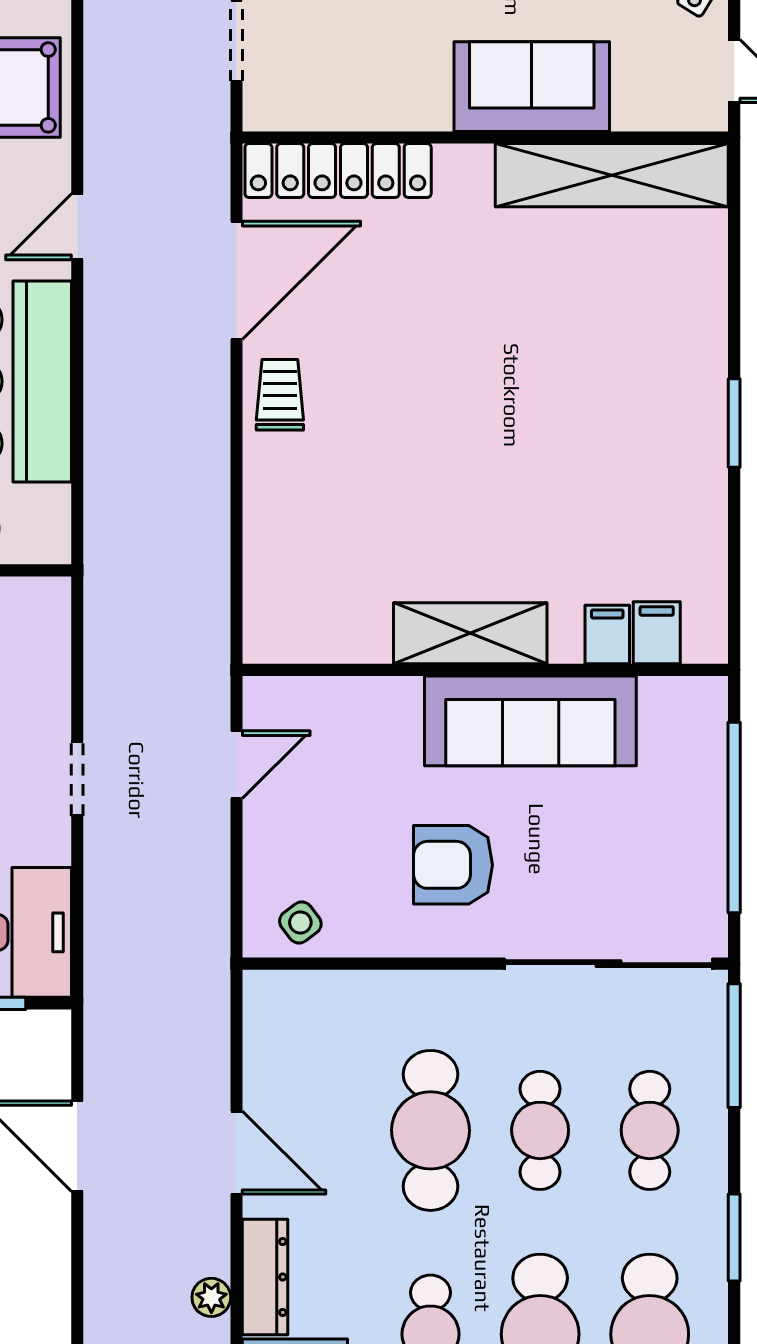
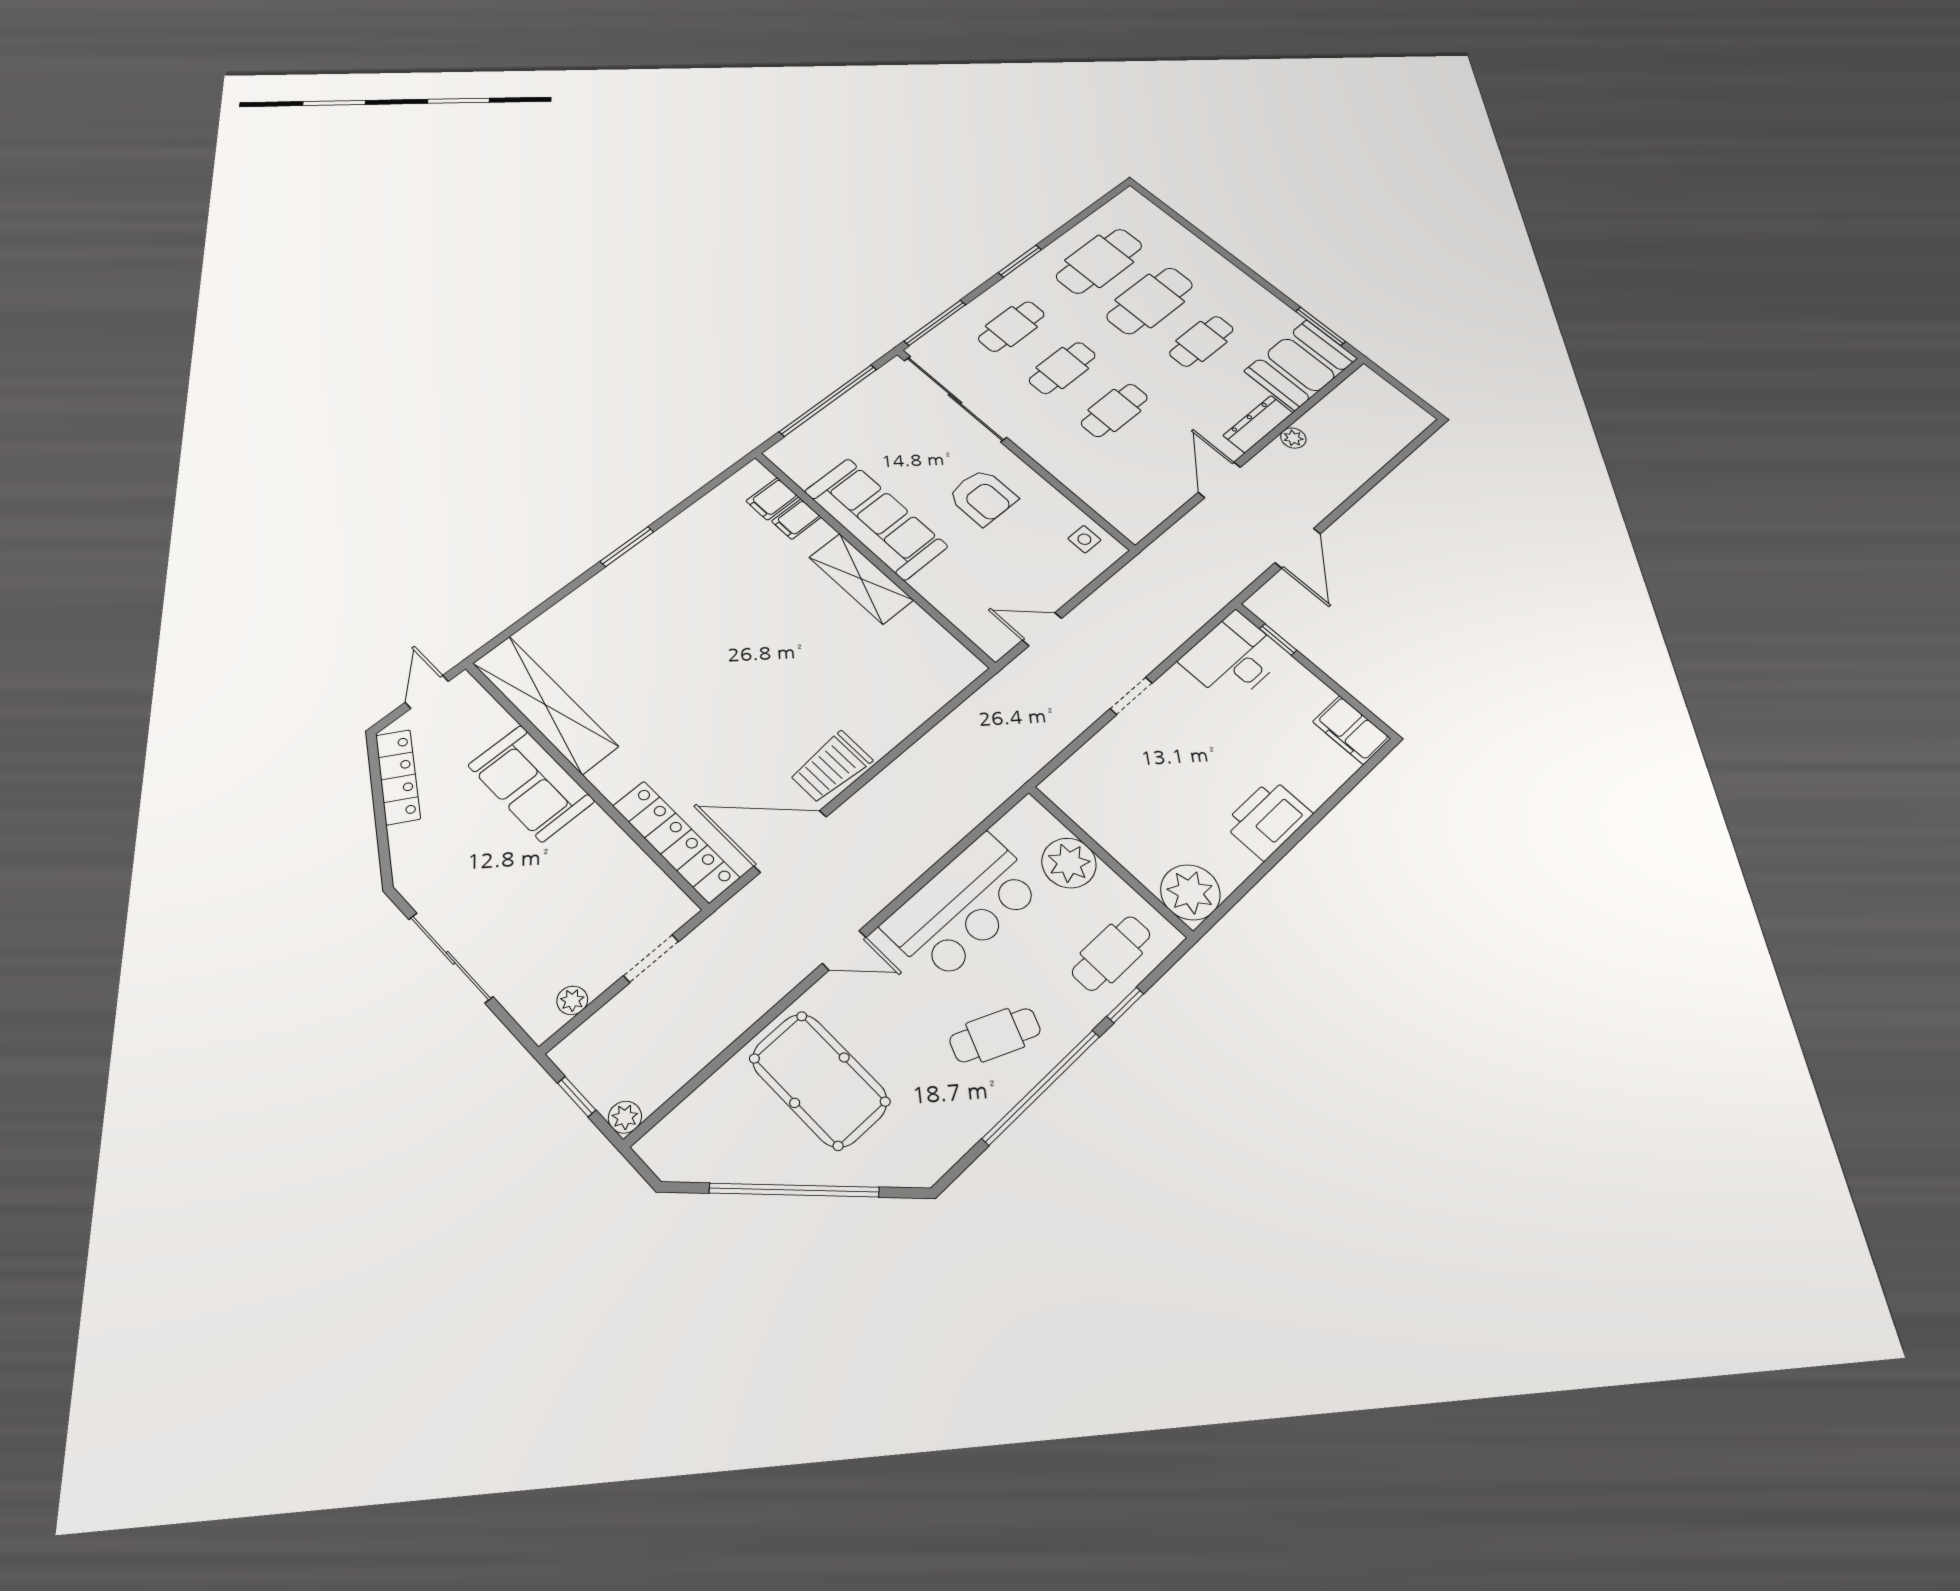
trolley: (280, 395) -> (831, 767), width x1.36, depth x1.39
side table: (300, 922) -> (1084, 539), turned 37
cafe table: (431, 1130) -> (1114, 410), width x0.73, depth x0.74

